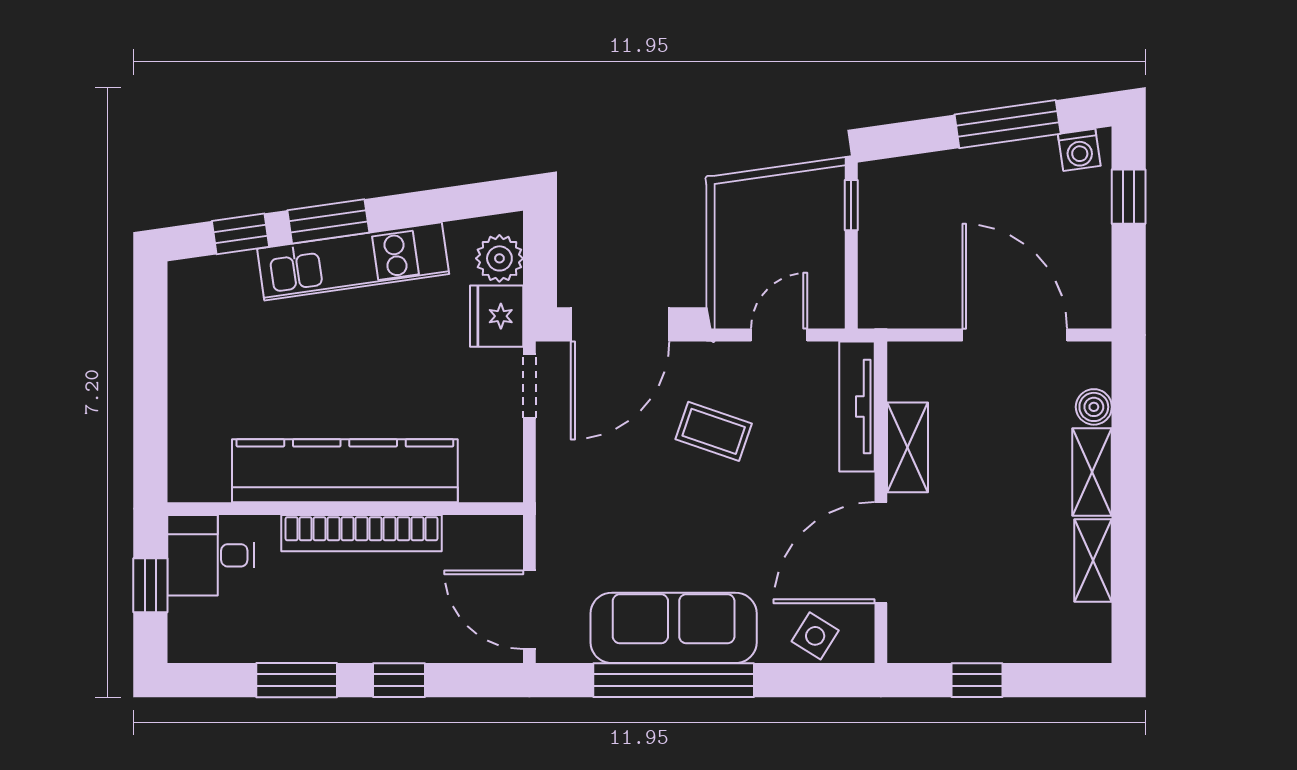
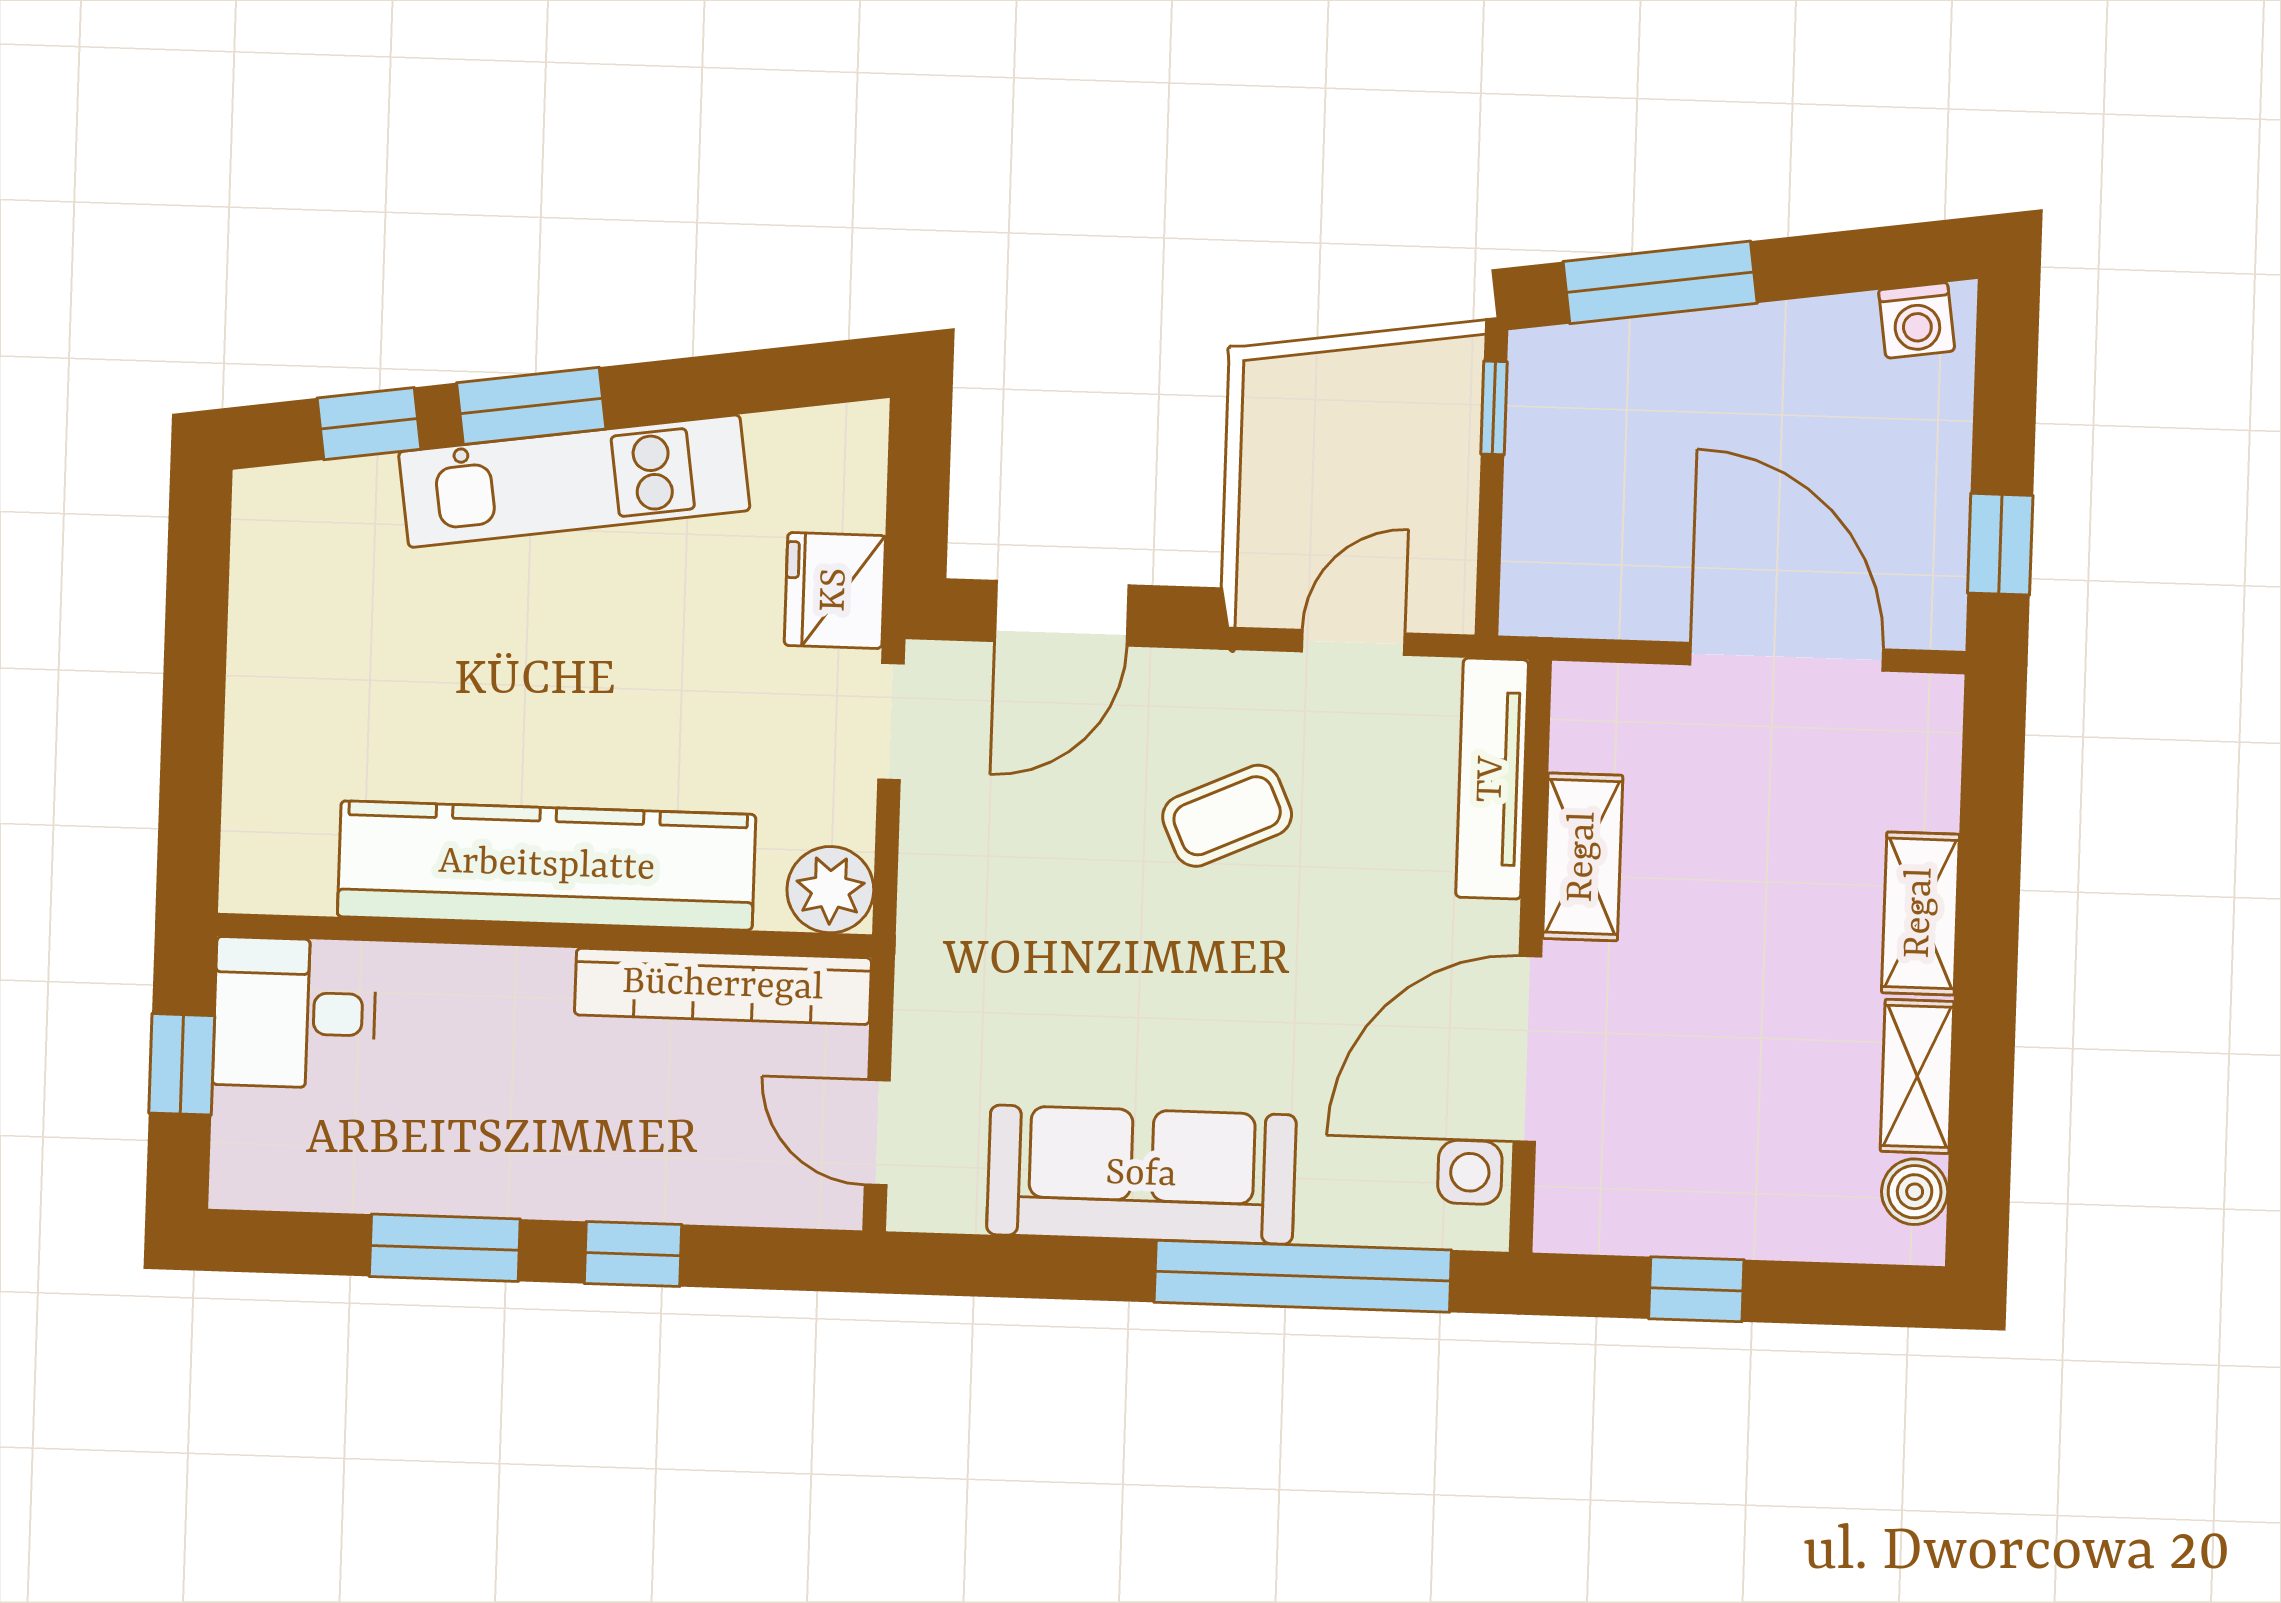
window: (1008, 124) -> (1660, 282), moved
window: (1129, 197) -> (2000, 544), moved
plant: (499, 258) -> (830, 890), moved
door: (620, 324) -> (1062, 613), width x0.73
boiler: (1094, 407) -> (1915, 1192), moved
coffee table: (714, 431) -> (1227, 816), turned -43
bookcase: (362, 533) -> (723, 986), moved
door: (529, 610) -> (877, 1133), width x0.73
side table: (815, 636) -> (1470, 1172), moved, turned -32
window: (674, 680) -> (1303, 1276), moved

